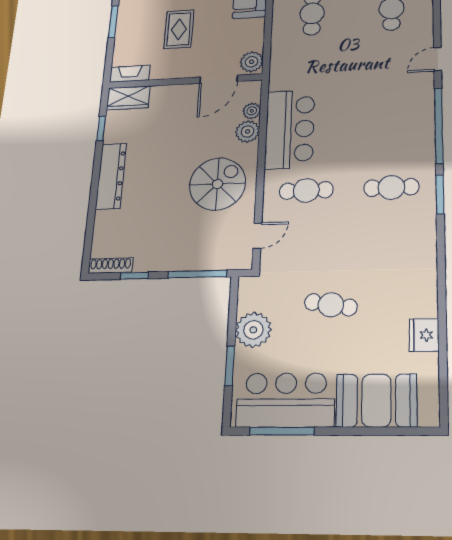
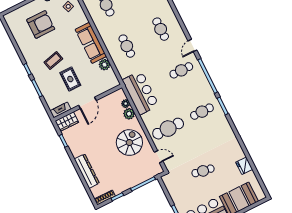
plant: (252, 62) -> (105, 65), moved
door: (219, 79) -> (87, 103), moved
cafe table: (391, 95) -> (181, 70), added
bar counter: (290, 129) -> (141, 93), moved
dresser: (111, 176) -> (87, 171), moved
cafe table: (306, 190) -> (168, 129), width x1.37, depth x1.35
door: (257, 236) -> (159, 157), hinge flipped
plant: (253, 330) -> (178, 195), removed

